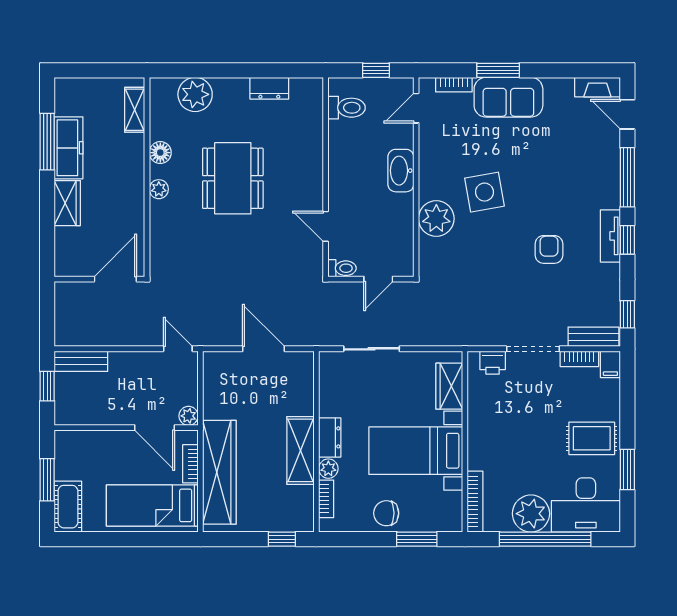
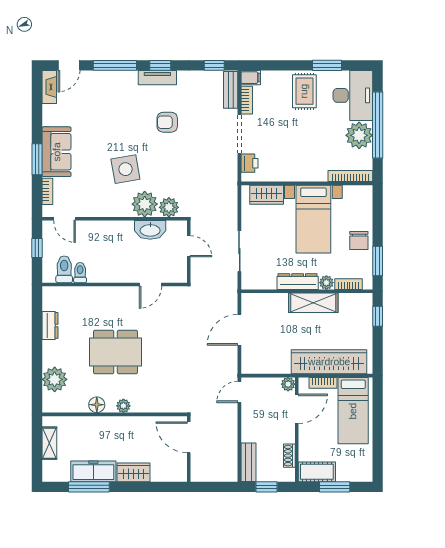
shelving: (135, 110) -> (49, 443), moved, turned 90
washbasin: (401, 171) -> (150, 230), moved
plant: (432, 252) -> (169, 207), added
toilet: (342, 268) -> (80, 273), moved
shoe rack: (90, 418) -> (289, 456), added
dresser: (330, 437) -> (298, 282), width x1.44
cot: (68, 507) -> (317, 472), moved
window: (417, 539) -> (378, 261), moved

